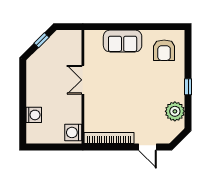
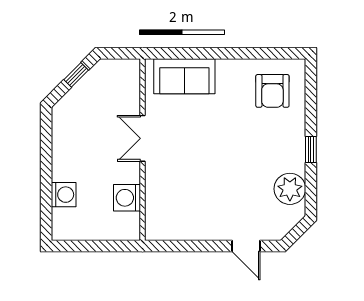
sofa: (123, 41) -> (184, 76), moved
washing machine: (73, 132) -> (127, 198), moved
bookcase: (109, 138) -> (184, 232), removed

